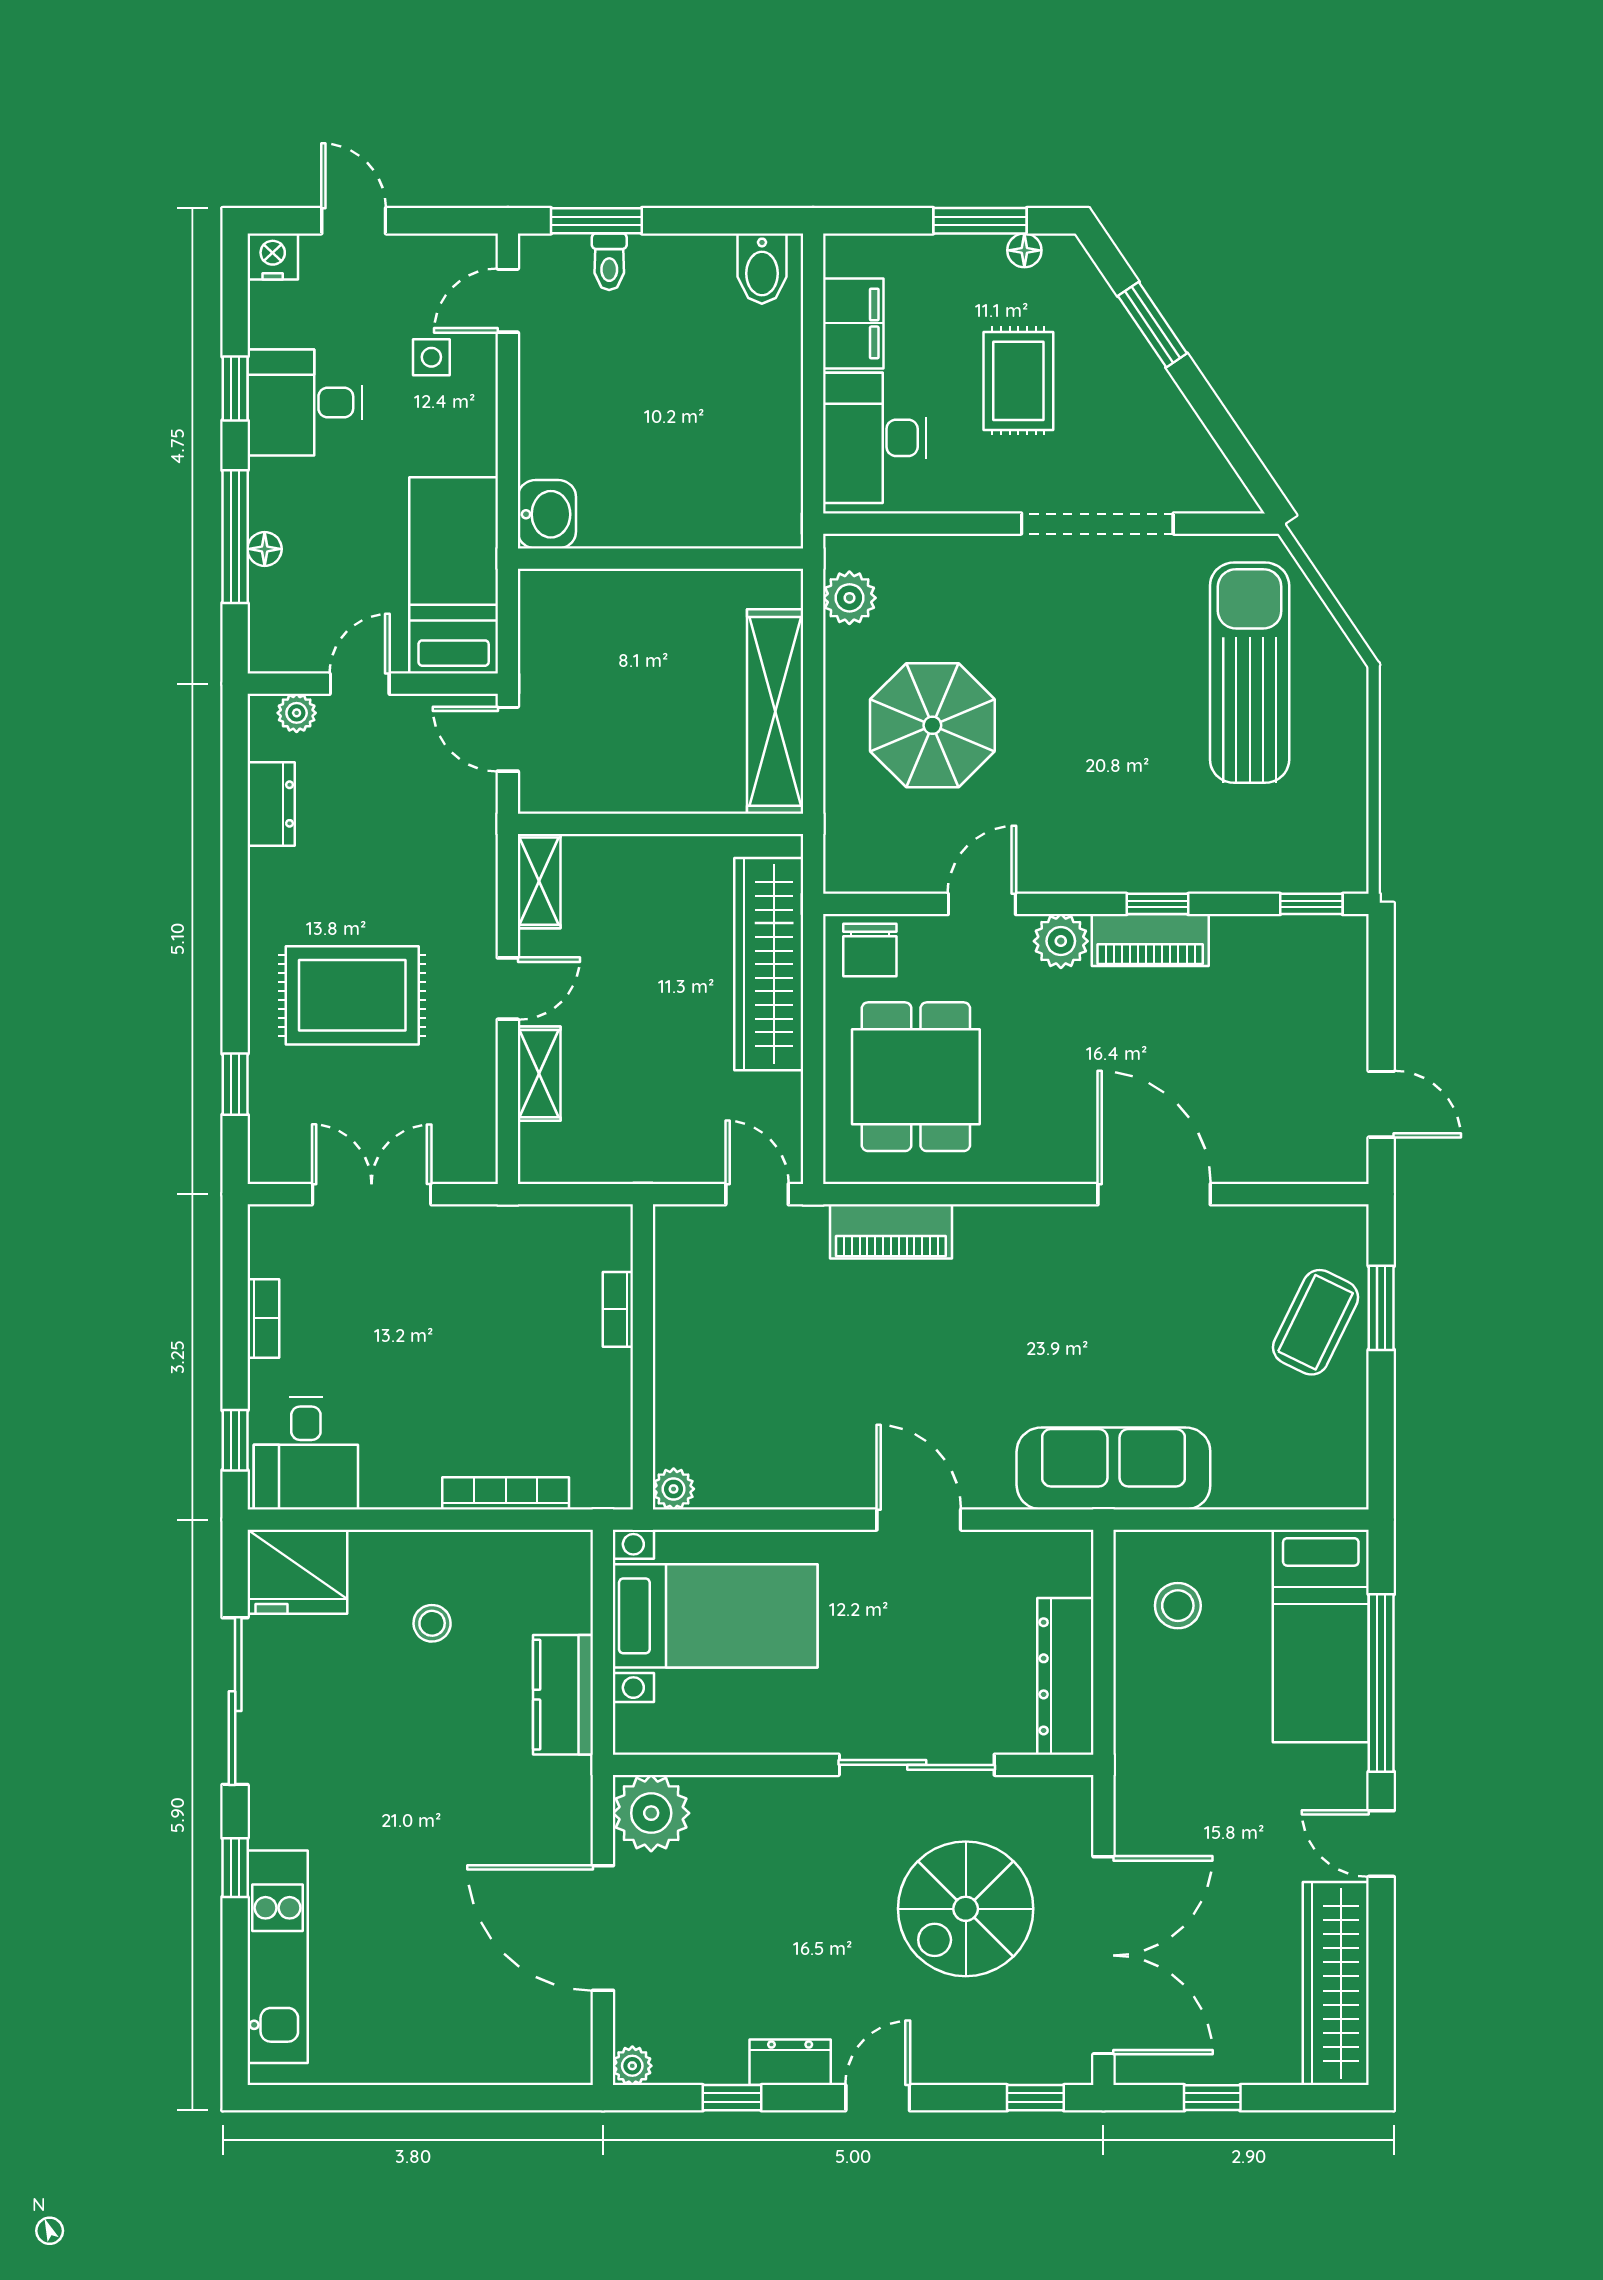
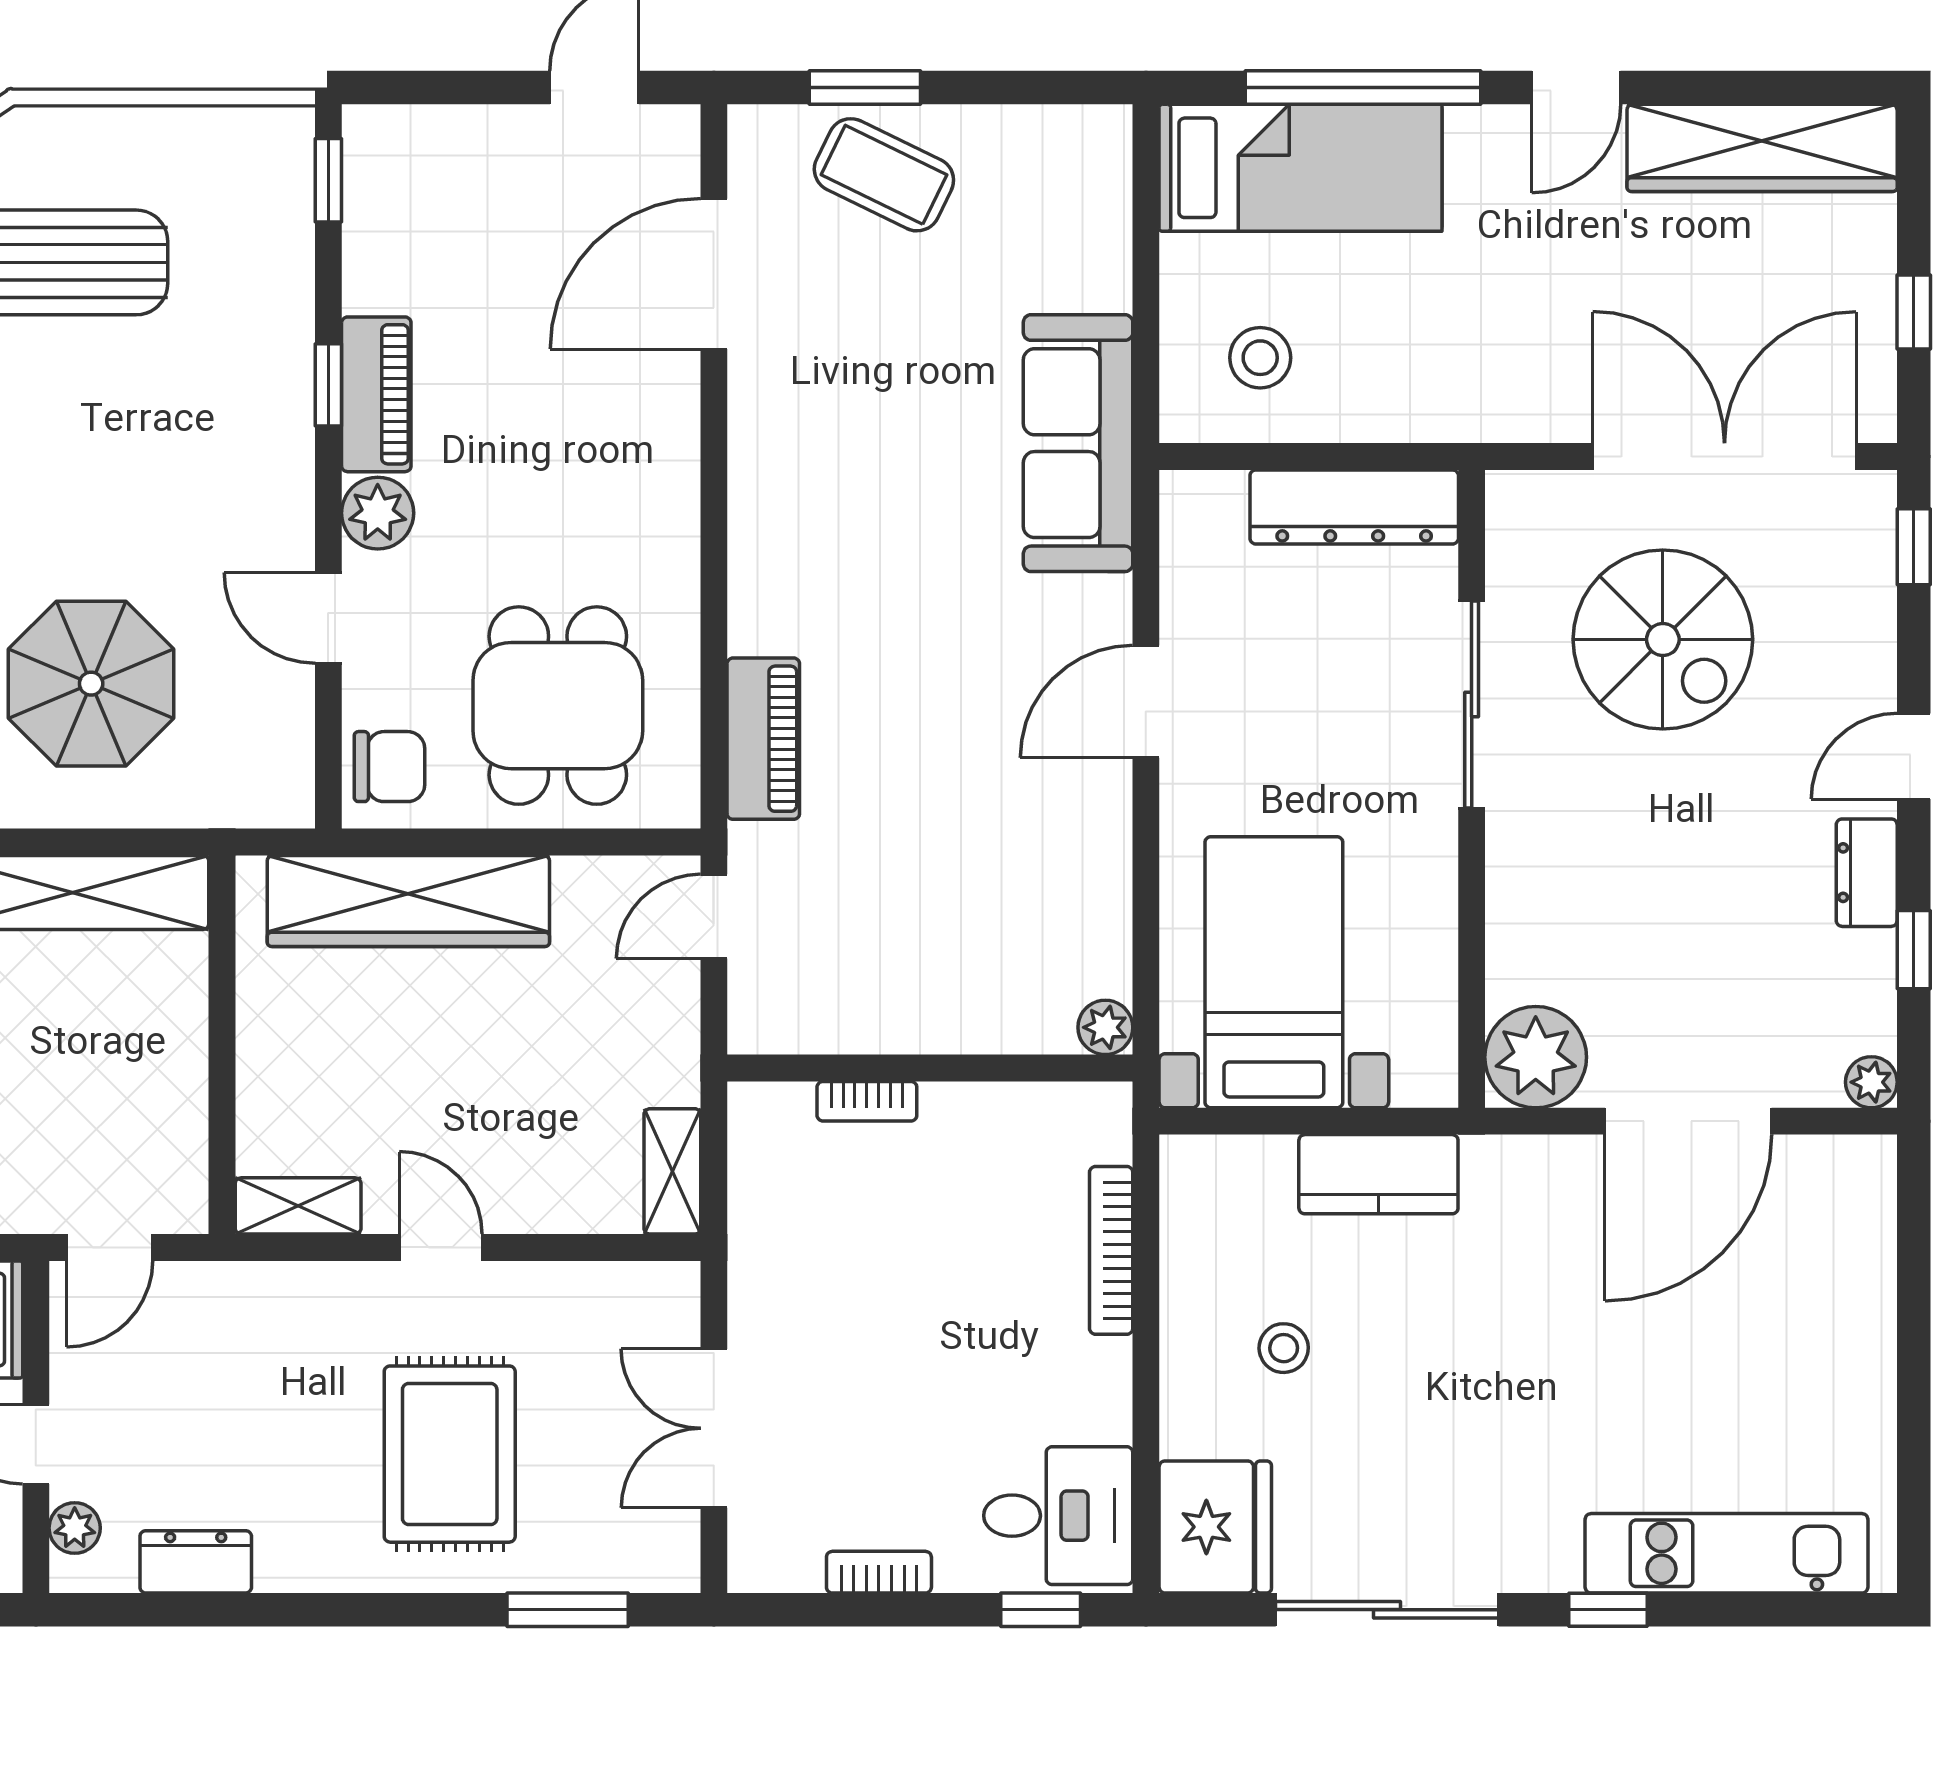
shelving: (539, 1074) -> (672, 1171), moved, turned 90
dining table: (916, 1077) -> (558, 706), turned 90
window: (235, 1084) -> (568, 1610), width x1.50
door: (1154, 1194) -> (714, 274), moved
door: (878, 2098) -> (1914, 756), hinge flipped

